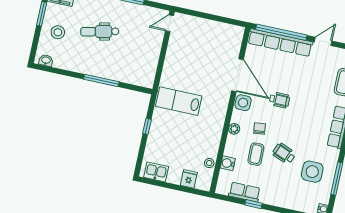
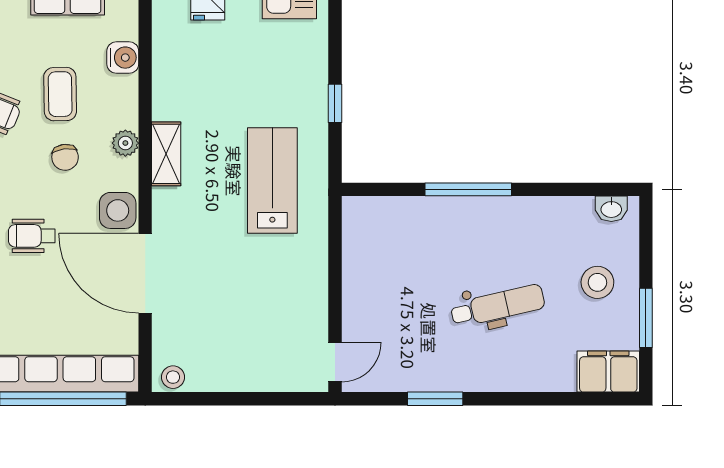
lab bench: (179, 101) -> (272, 181), turned -90
shelving: (219, 121) -> (166, 154), added
stool: (209, 163) -> (173, 377), moved

